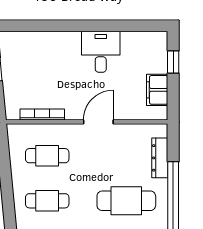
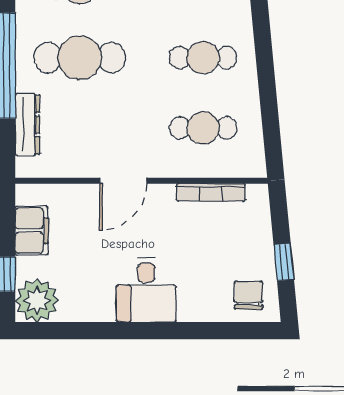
plant: (154, 45) -> (37, 300), added
chair: (18, 48) -> (249, 295), added
desk: (101, 52) -> (146, 290), moved

